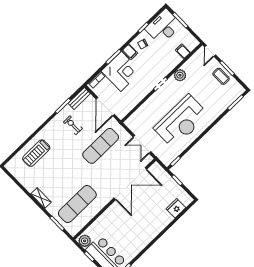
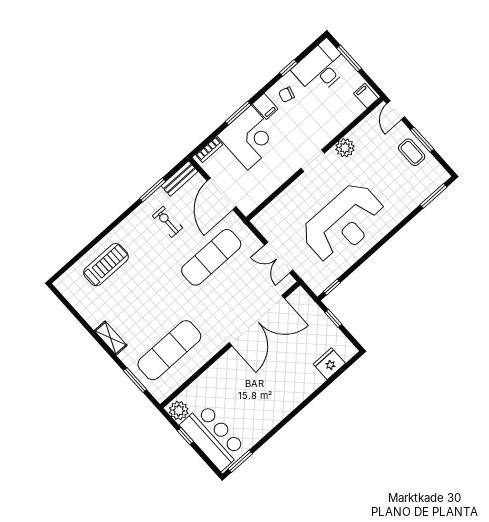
filing cabinet: (183, 51) -> (366, 96), moved
treadmill: (36, 153) -> (106, 265), turned 180

